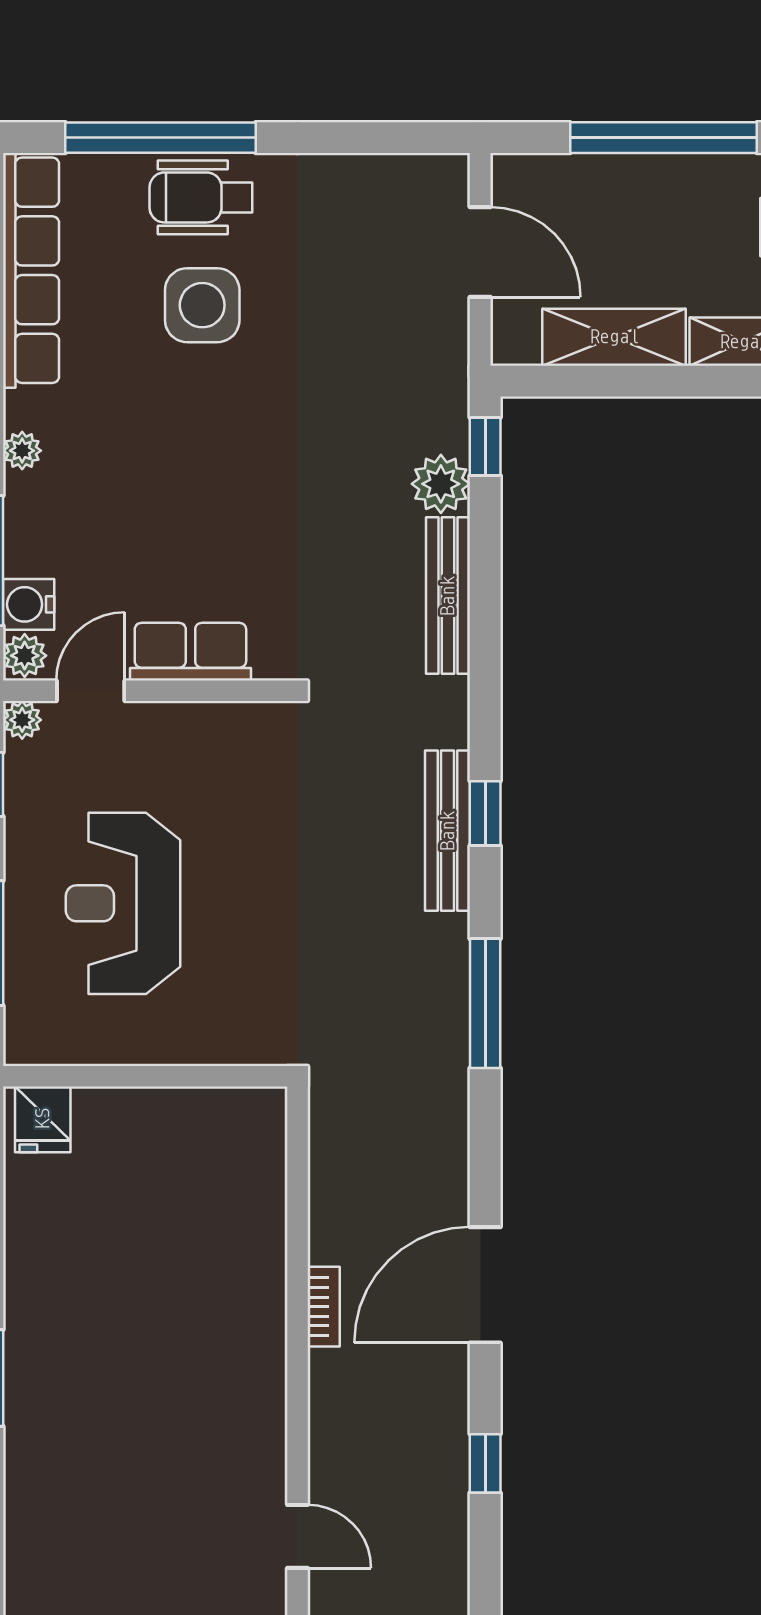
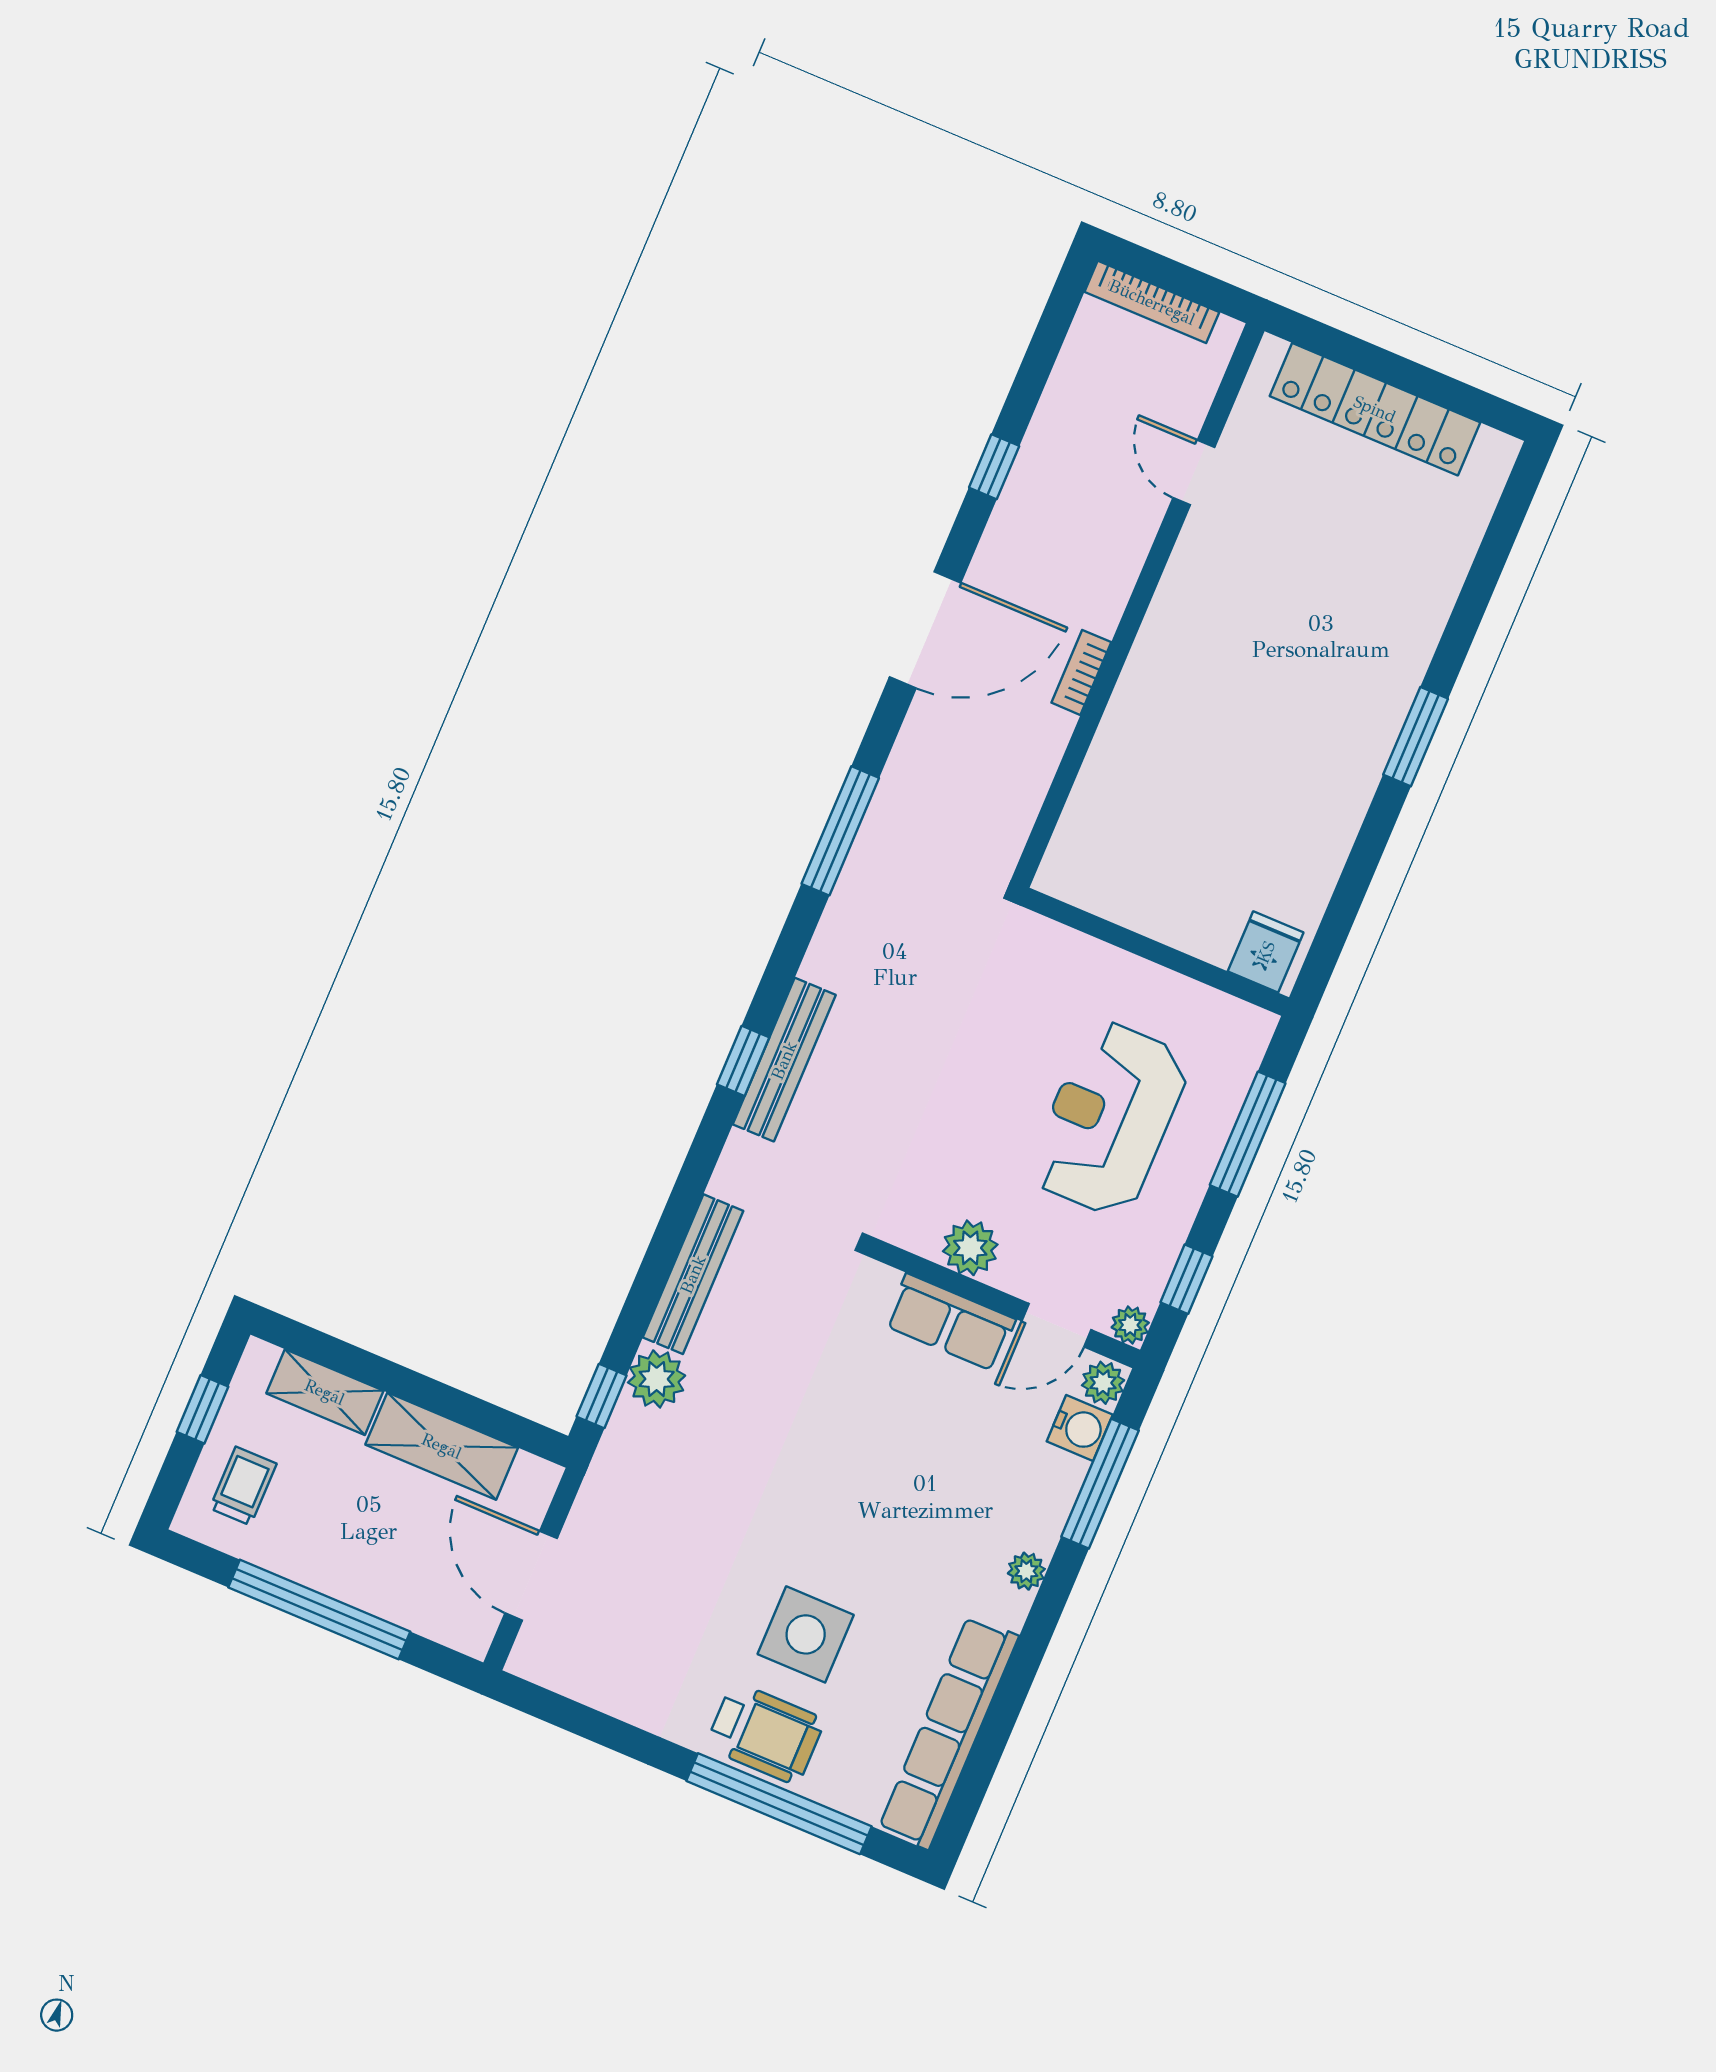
plant: (201, 729) -> (970, 1248), added
reception desk: (123, 903) -> (1109, 1118), turned 180
window: (485, 1003) -> (840, 831), moved

